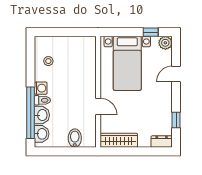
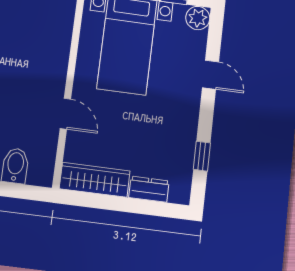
door: (176, 74) -> (211, 75), swing flipped
dresser: (162, 142) -> (149, 189), moved

